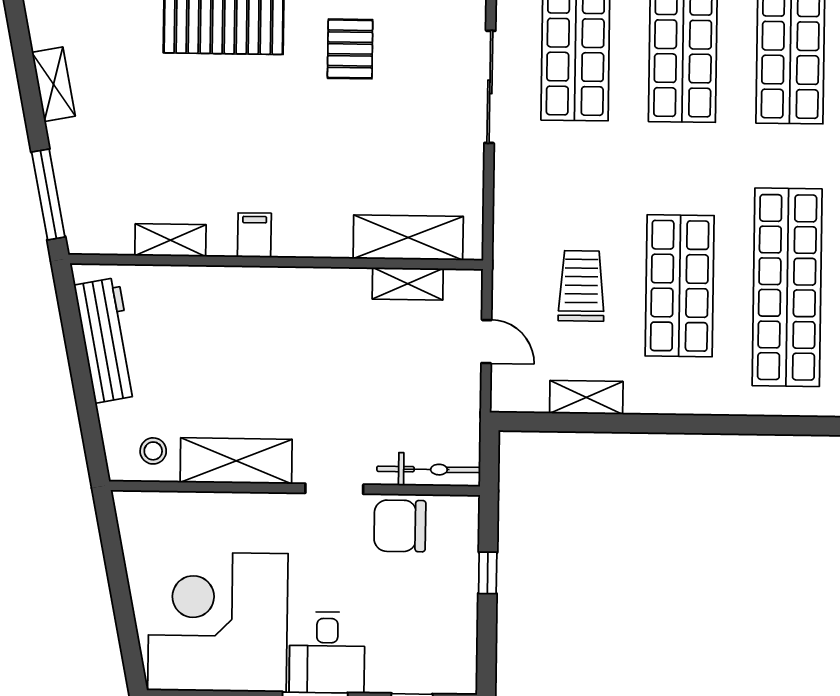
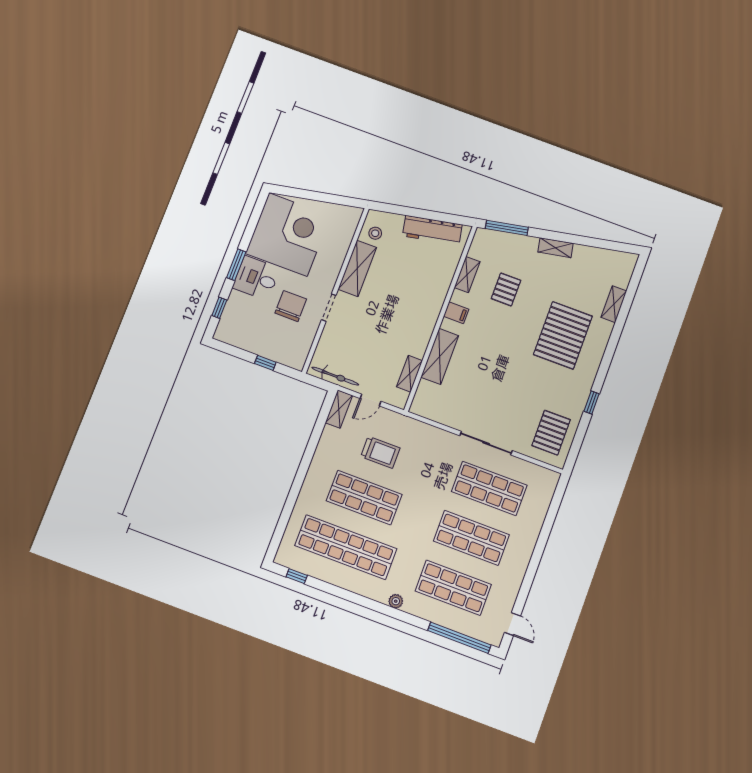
pallet: (350, 49) -> (506, 289), moved, turned 90
shelving: (408, 238) -> (440, 356), moved
shelving: (586, 397) -> (339, 409), moved
bicycle: (429, 469) -> (335, 376), moved, turned -90
chair: (400, 526) -> (291, 306), moved

